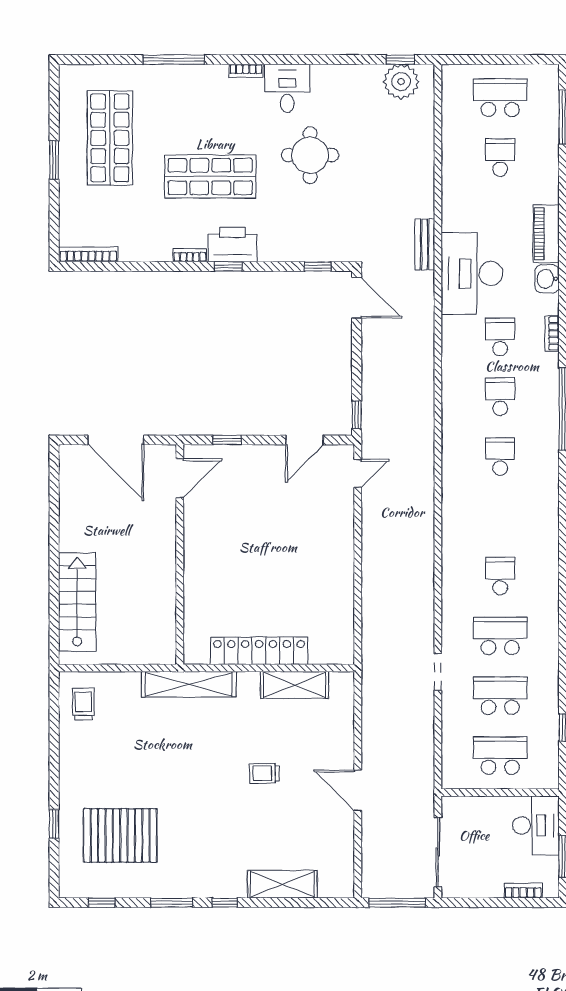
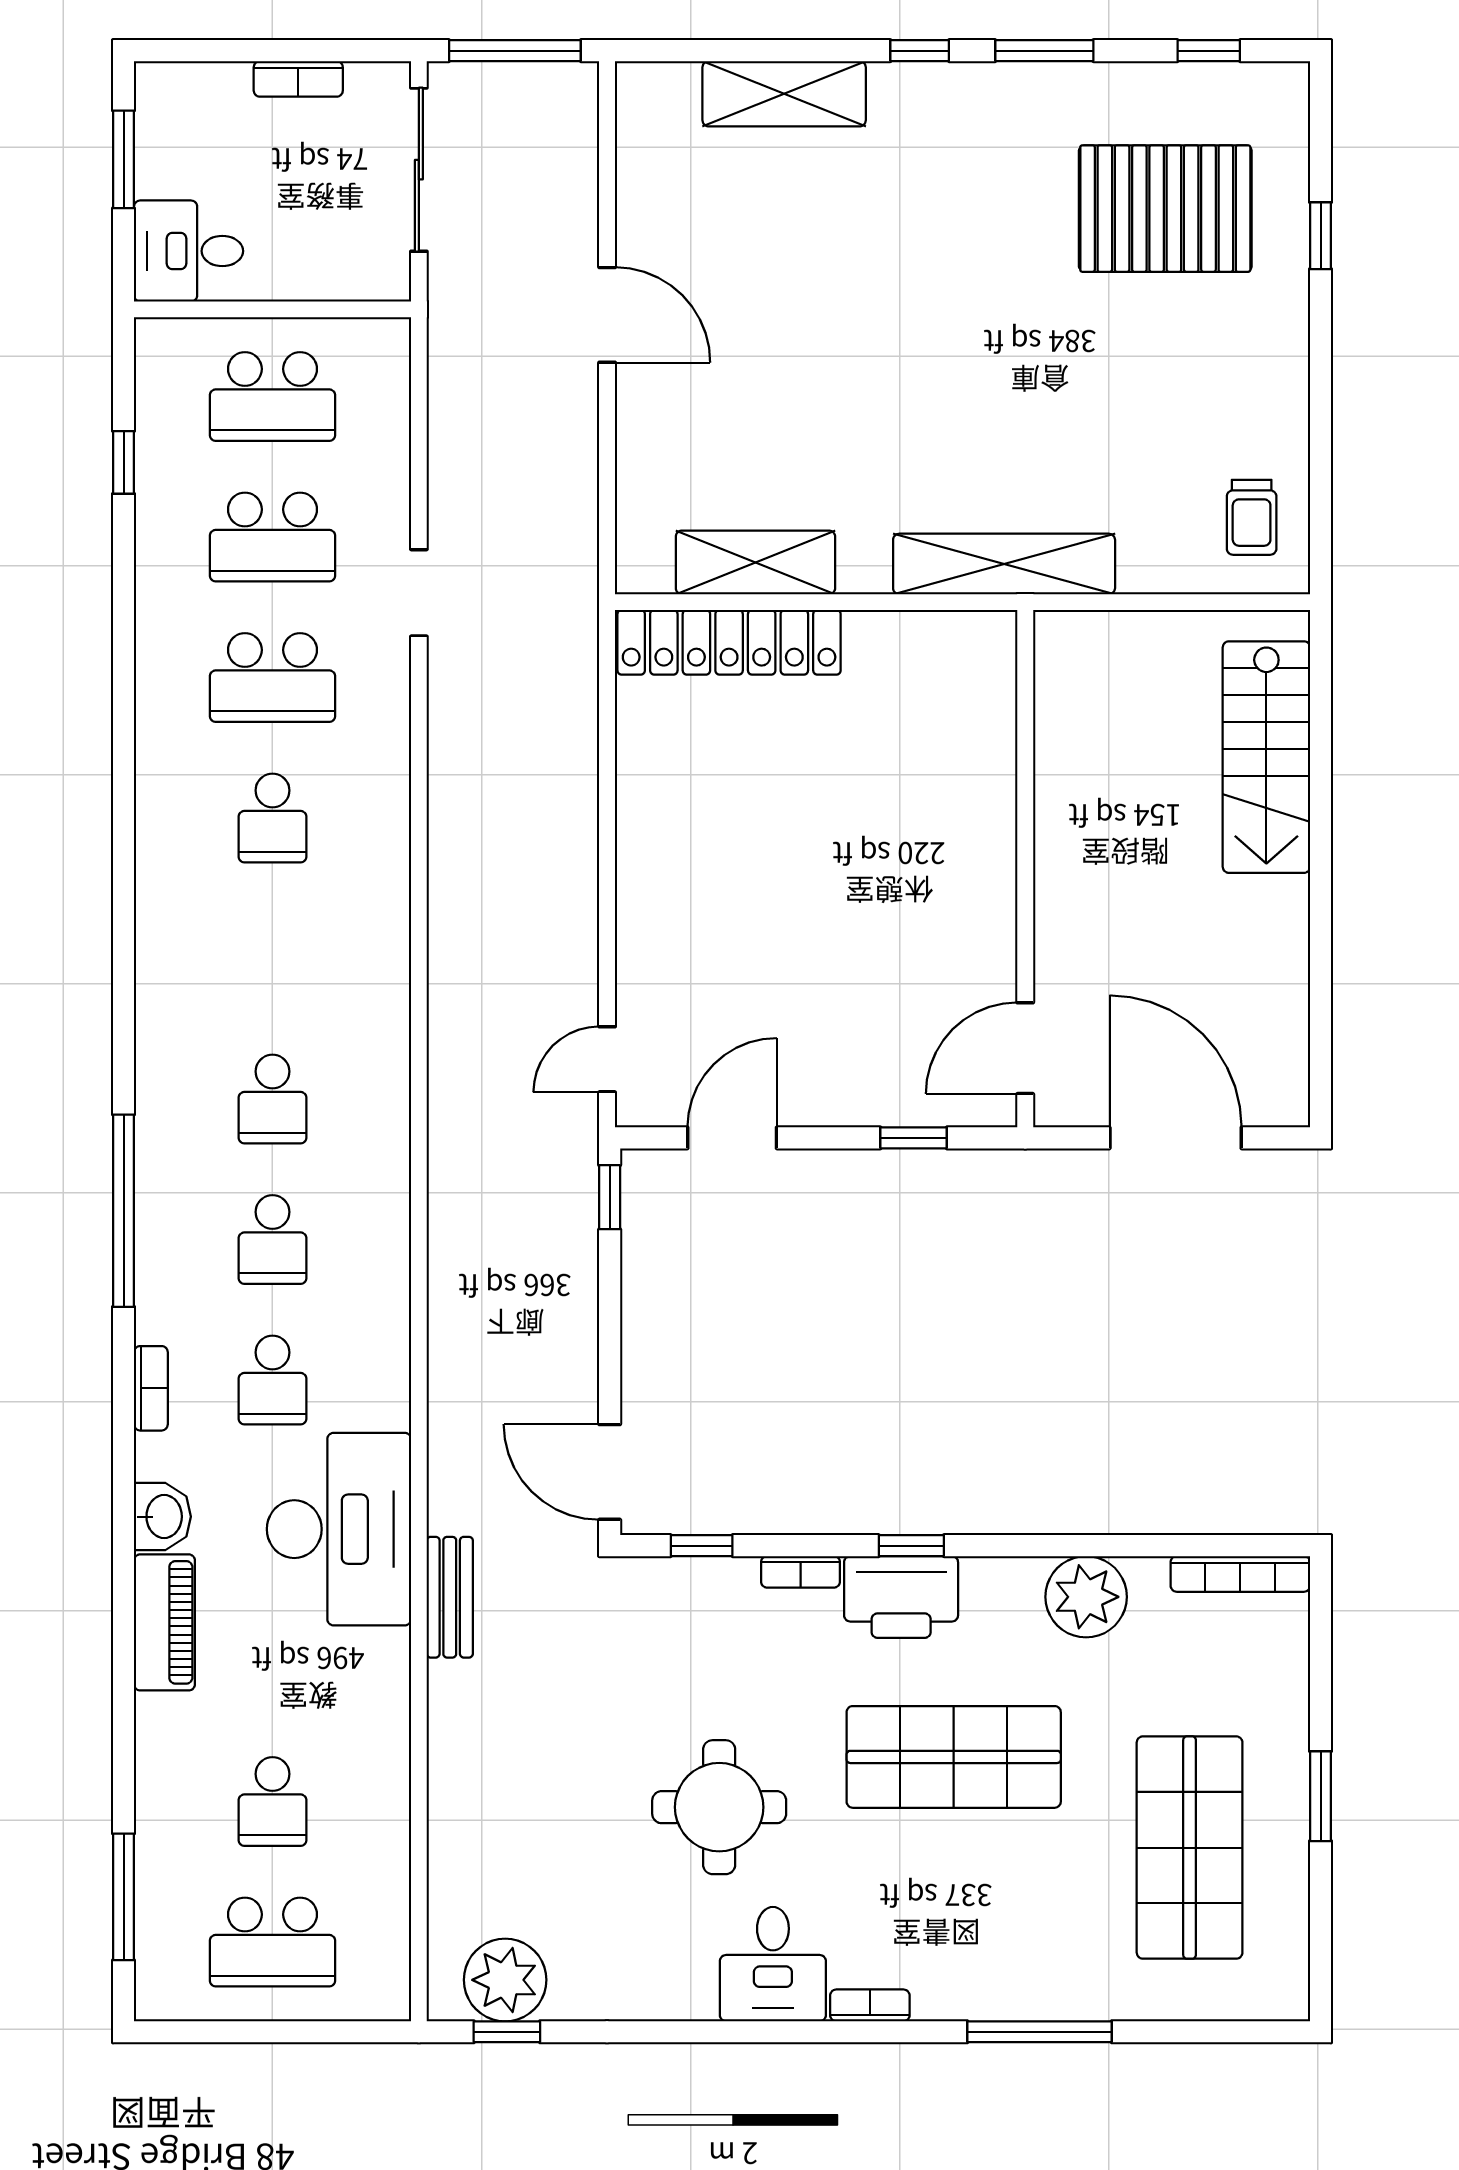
plant: (154, 245) -> (1086, 1597), added
bookcase: (190, 255) -> (801, 1572), moved
locker: (259, 651) -> (729, 642), moved
trolley: (264, 773) -> (827, 355), removed
desk: (536, 825) -> (188, 251), width x0.73
bookcase: (523, 891) -> (298, 79), moved

